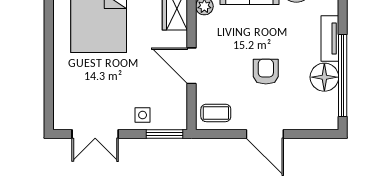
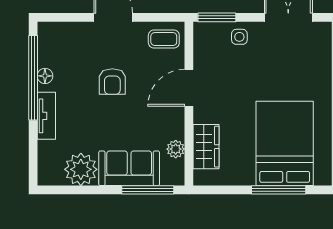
door: (192, 66) -> (189, 88), swing flipped
floor lamp: (324, 77) -> (45, 76), width x0.53, depth x0.53

